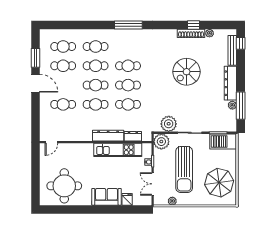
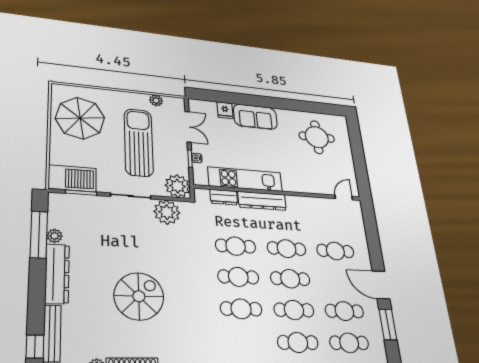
round table: (64, 186) -> (317, 137), width x0.73, depth x0.73

